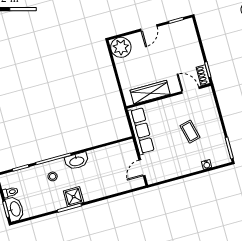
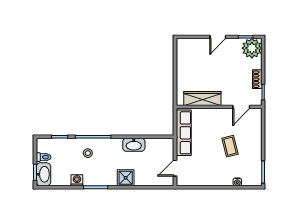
plant: (121, 47) -> (252, 48), moved
shoe rack: (203, 75) -> (257, 79), moved
door: (190, 90) -> (241, 107), swing flipped
washbasin: (77, 161) -> (134, 145), moved
shower: (74, 197) -> (126, 178), moved
washing machine: (49, 206) -> (77, 180), added

